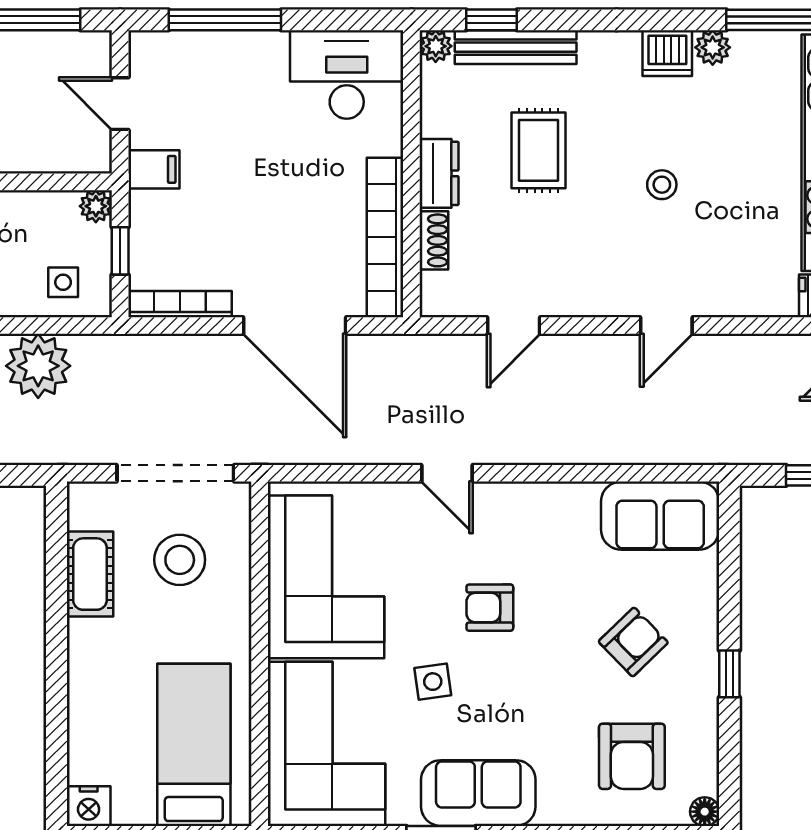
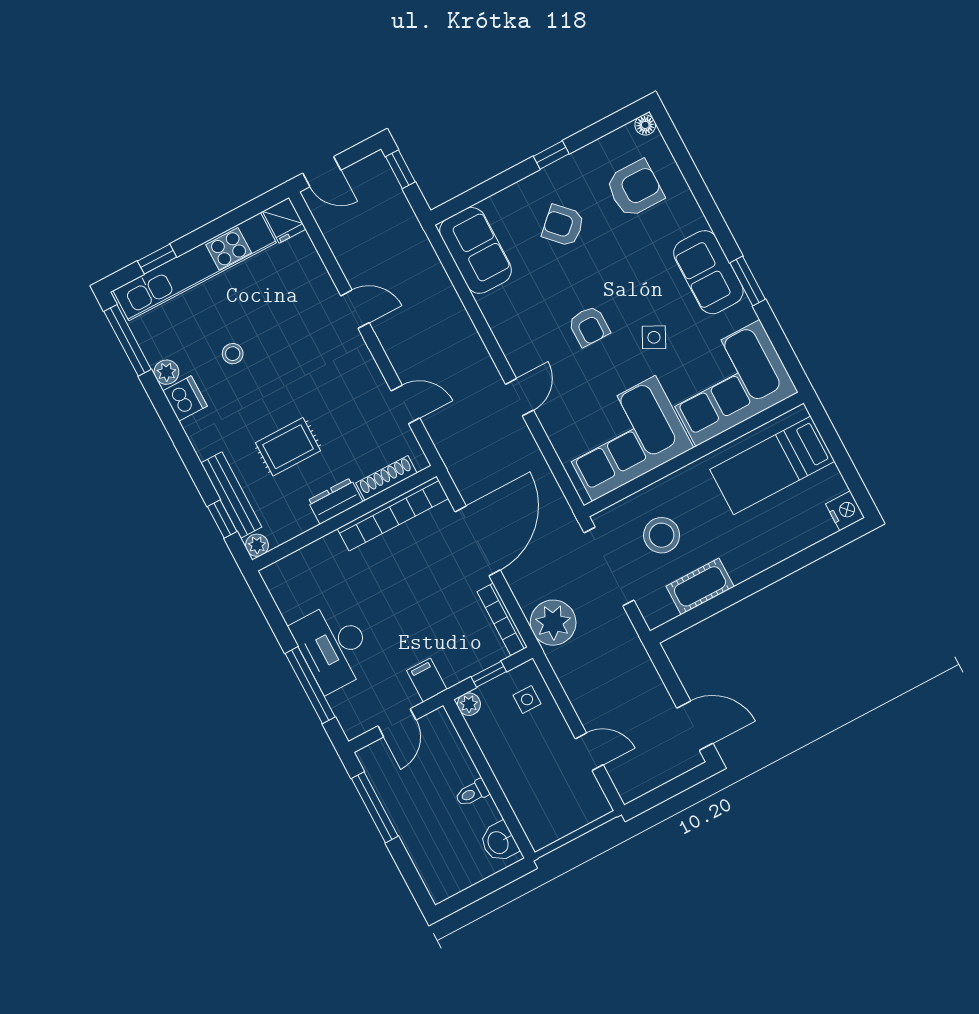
desk: (347, 74) -> (333, 647), moved
stool: (662, 185) -> (233, 354), moved
shoe rack: (434, 240) -> (386, 478), width x1.43
plant: (38, 366) -> (553, 623), moved
side table: (433, 682) -> (654, 337), turned 35

